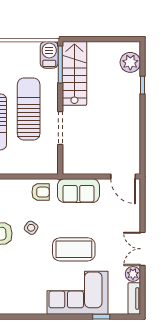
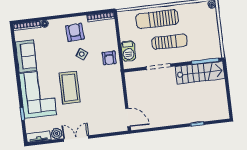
barbecue: (49, 55) -> (128, 51), moved, turned 90
plant: (130, 62) -> (213, 113), removed
sun lounger: (29, 109) -> (170, 42), width x0.73, depth x0.75
door: (123, 176) -> (128, 118), swing flipped
sofa: (78, 191) -> (26, 56), moved, turned 180

